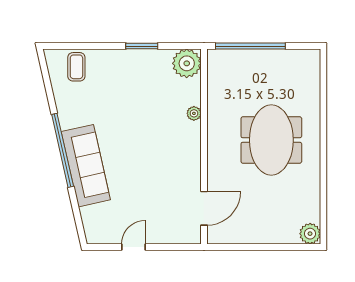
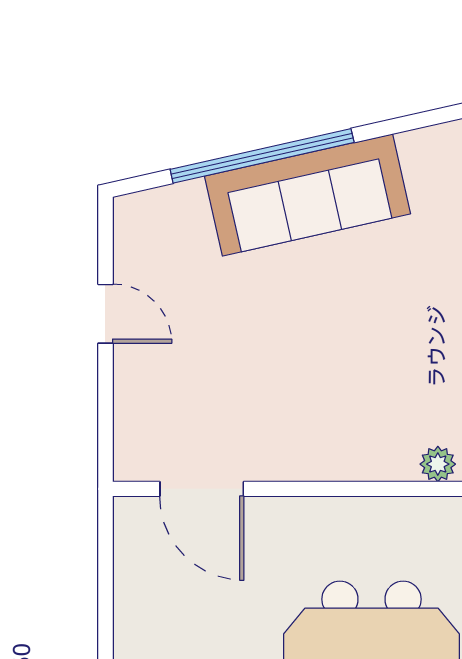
window: (63, 150) -> (262, 156), moved

